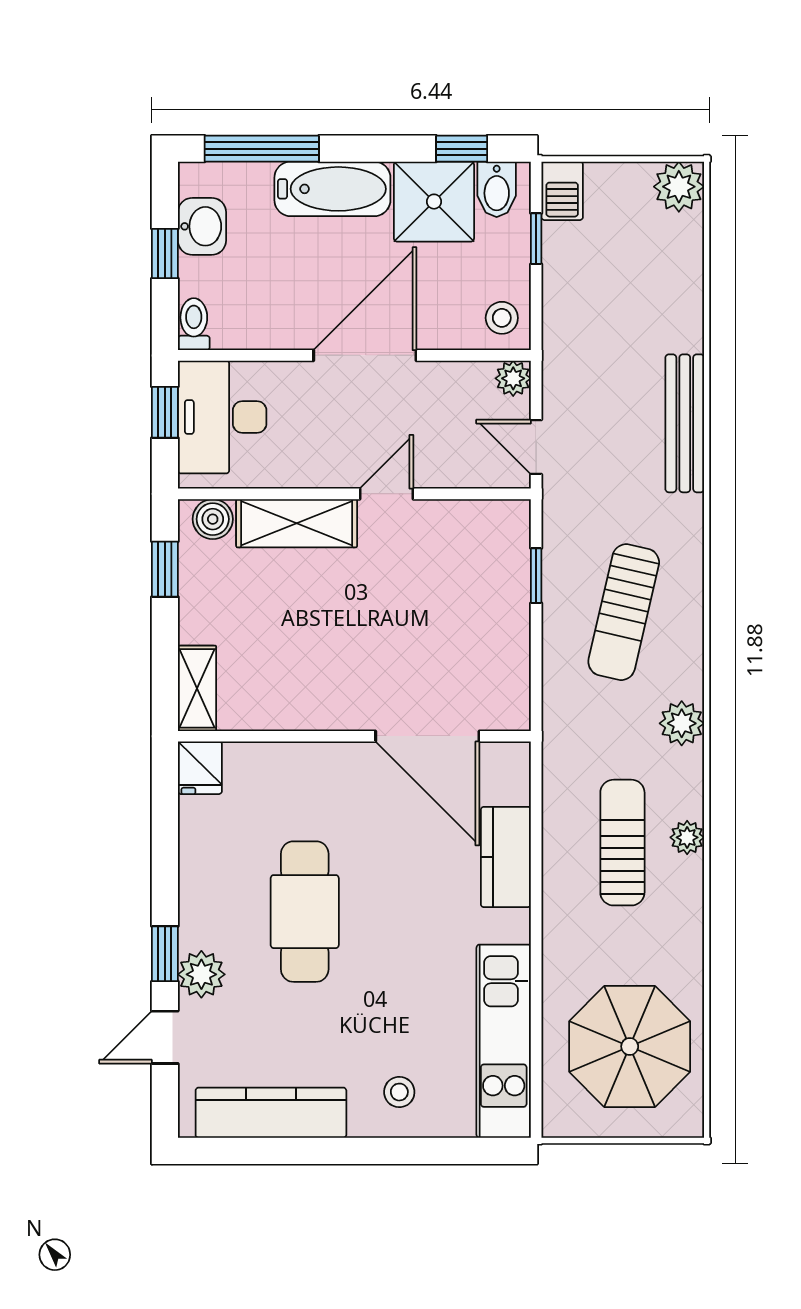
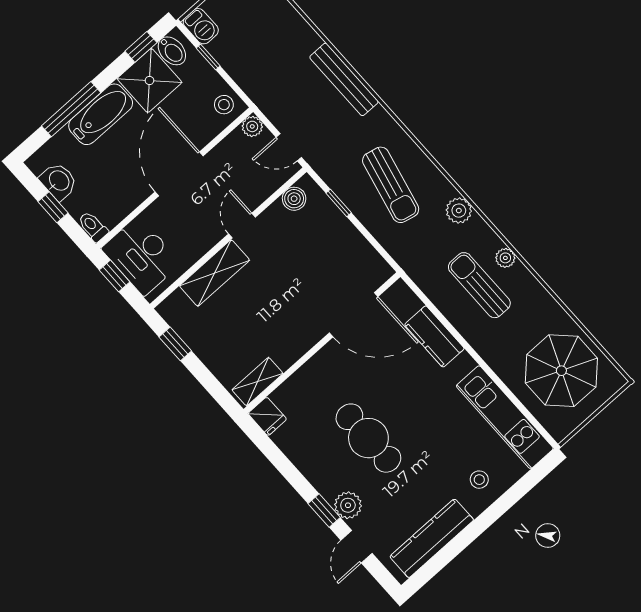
window: (262, 149) -> (71, 109), moved
boiler: (213, 519) -> (294, 199), moved
shelving: (197, 688) -> (257, 382), moved, turned 90

